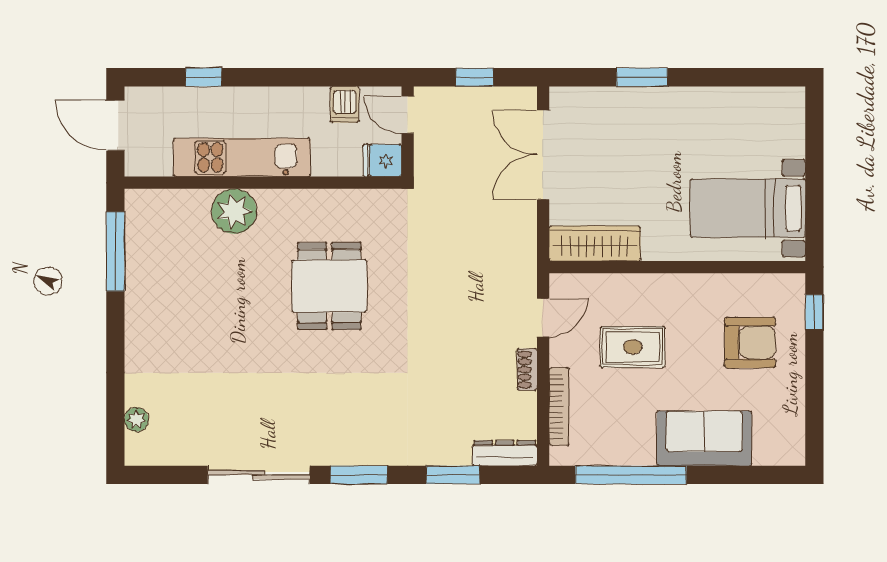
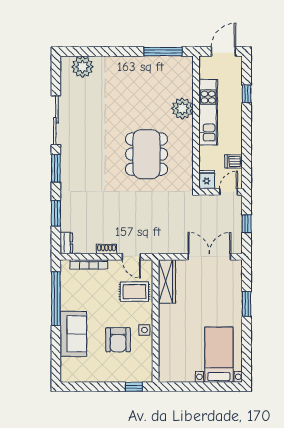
bed with nightstands: (748, 208) -> (219, 355), moved
dining table: (329, 286) -> (147, 154), width x1.38
side table: (696, 290) -> (144, 330), added
armchair: (750, 343) -> (118, 340), moved
rug: (633, 347) -> (134, 292), moved, turned 90
plant: (136, 419) -> (82, 67), width x1.87, depth x1.87
dresser: (505, 453) -> (66, 243), width x0.70

